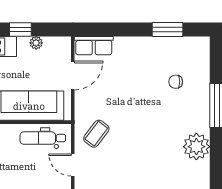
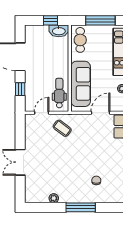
door: (73, 76) -> (100, 113), swing flipped
plant: (196, 147) -> (54, 198), width x0.53, depth x0.53

